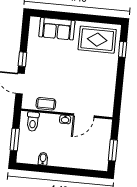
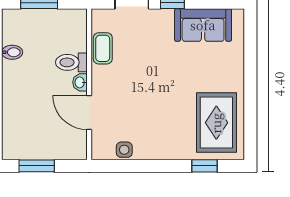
sofa: (57, 29) -> (203, 25), moved, turned -90
side table: (108, 97) -> (124, 150), added
toilet: (33, 122) -> (71, 62), moved

